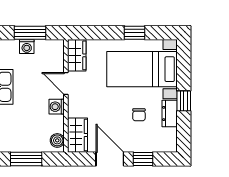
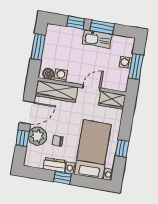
washing machine: (57, 107) -> (61, 75), moved
wardrobe: (77, 135) -> (56, 91), width x1.50
plant: (137, 141) -> (37, 136), added

